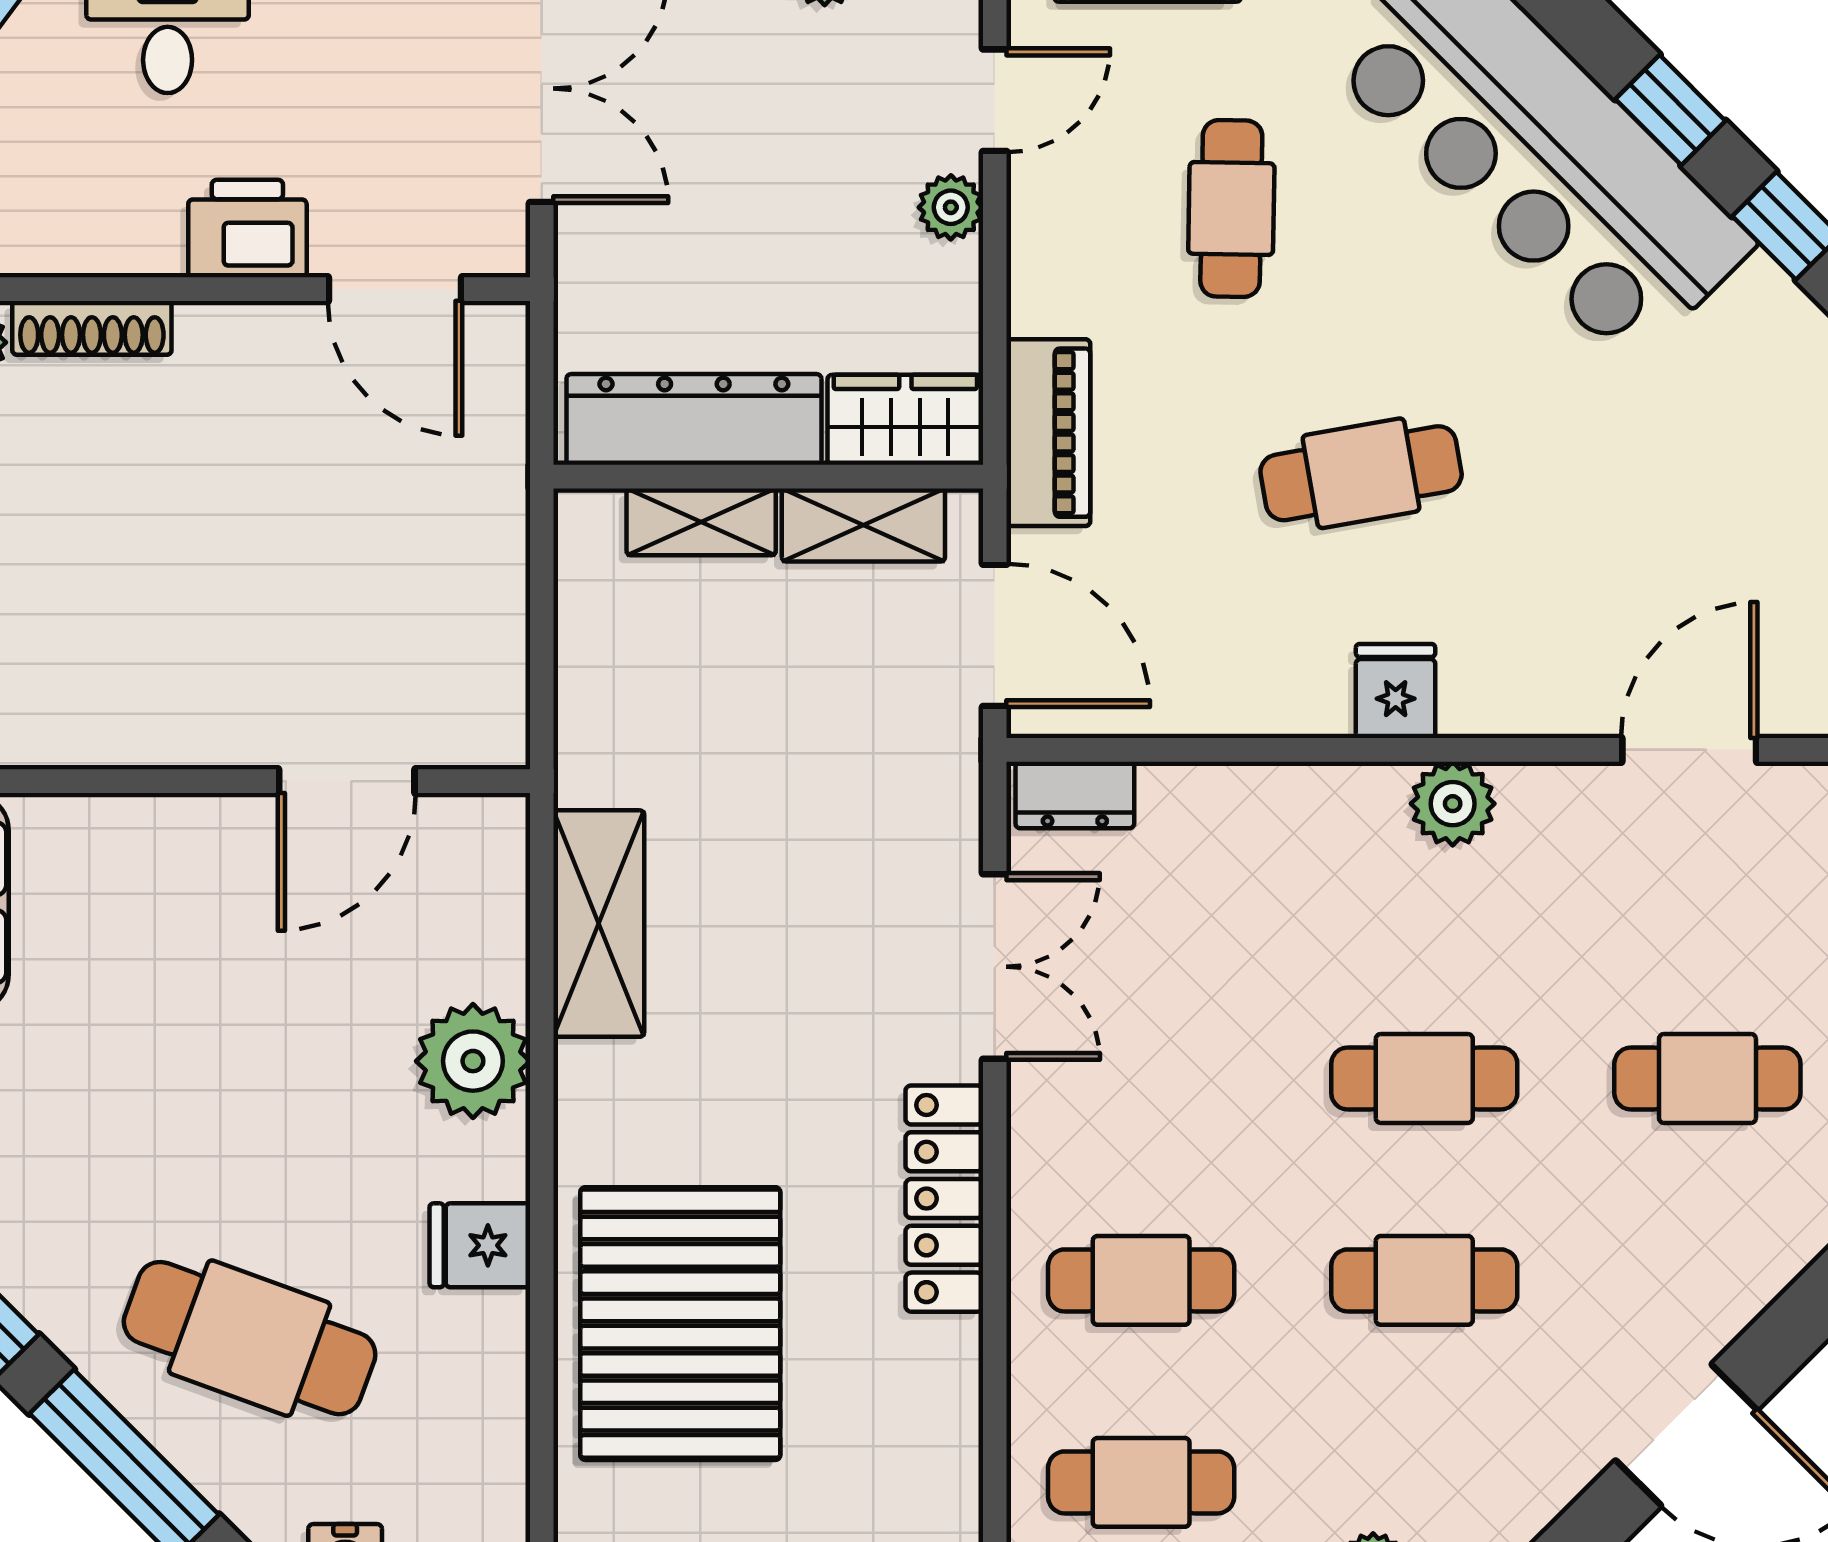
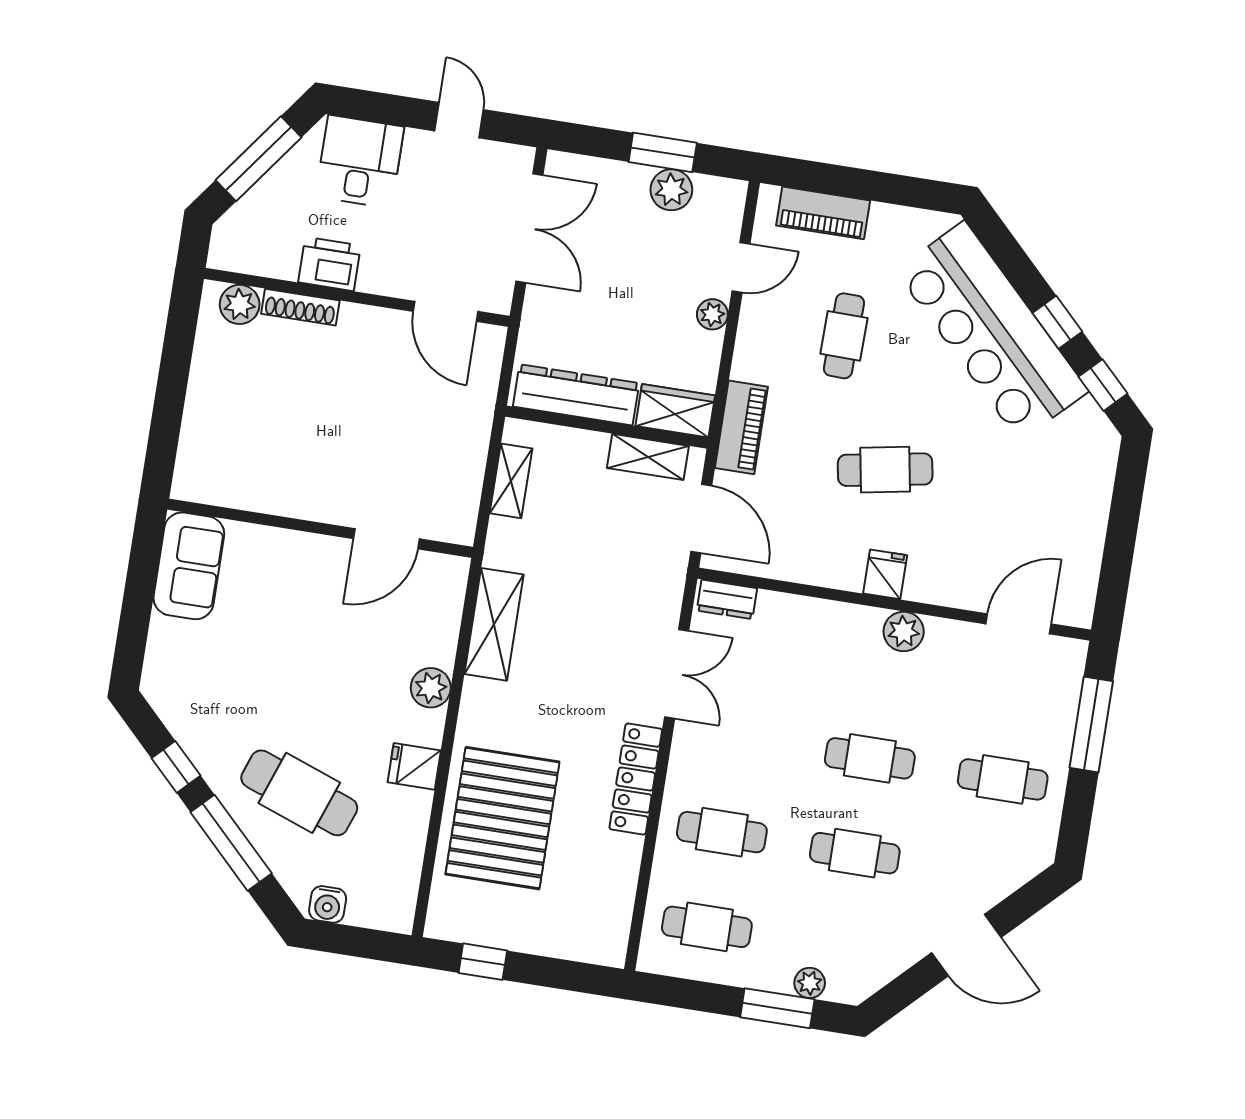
printer: (247, 229) -> (330, 264), moved
shelving: (701, 522) -> (511, 481), moved, turned 90
plant: (473, 1061) -> (431, 688), width x0.73, depth x0.73

